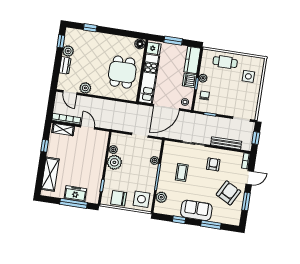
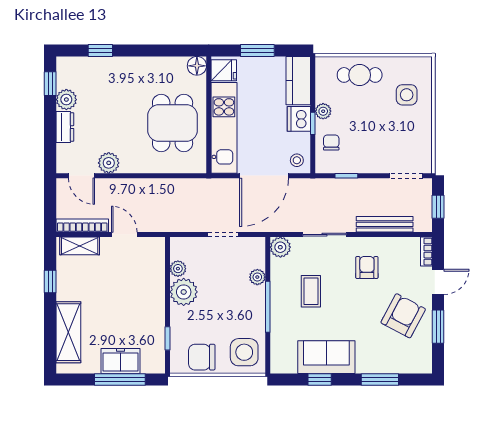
plant: (161, 197) -> (280, 247), moved
sofa: (196, 210) -> (326, 357), moved

